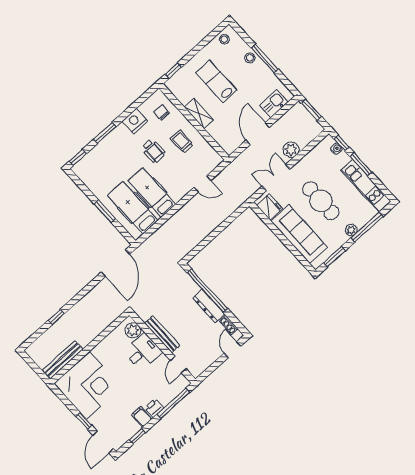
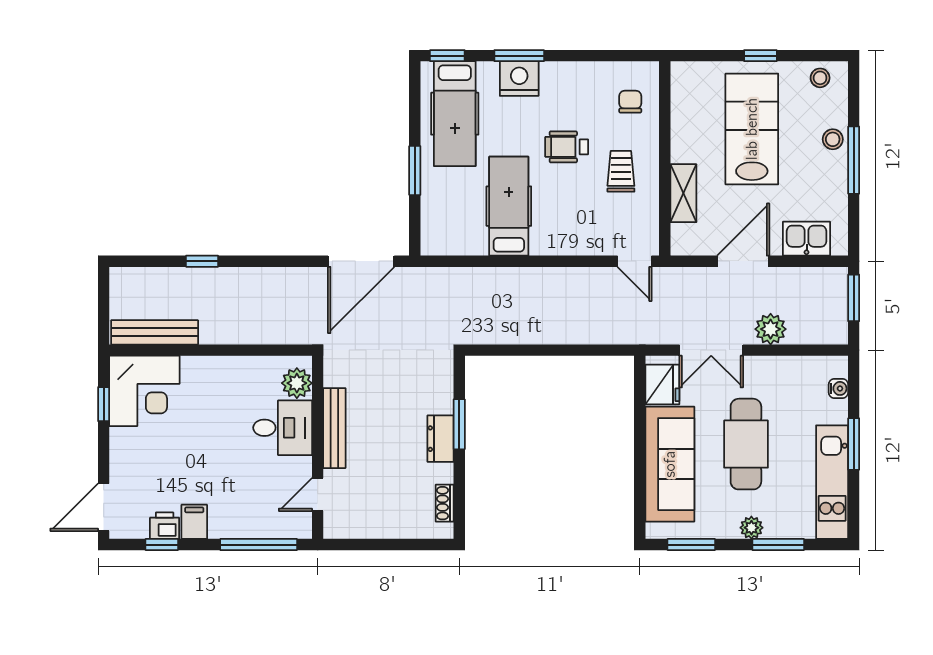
window: (173, 71) -> (760, 56), moved
lab bench: (216, 81) -> (752, 129), width x1.36, depth x1.39
shelving: (199, 114) -> (683, 193), moved
nightstand: (135, 121) -> (519, 79), moved
window: (342, 143) -> (854, 387), removed
wheelchair: (153, 151) -> (567, 147), turned 90
double door: (276, 178) -> (711, 350), swing flipped
door: (202, 184) -> (635, 261), moved
hospital bed: (133, 208) -> (455, 114), moved, turned 180
window: (367, 227) -> (778, 545), width x0.69
window: (207, 291) -> (459, 424), width x0.47
dresser: (209, 306) -> (441, 439), width x0.70
door: (232, 350) -> (417, 545), removed
corner desk: (88, 385) -> (144, 391), width x0.74, depth x0.74
printer: (154, 408) -> (165, 526), moved
window: (84, 421) -> (104, 404), moved

